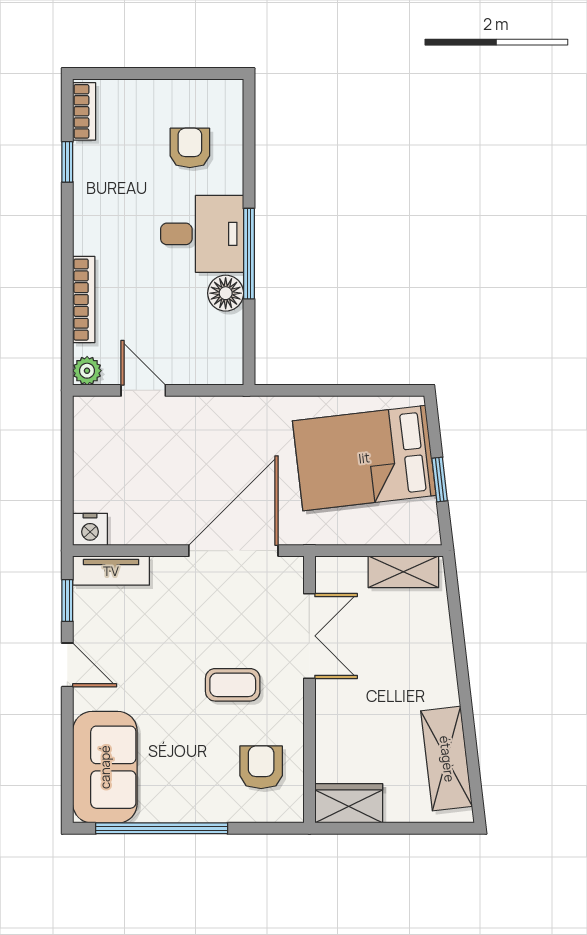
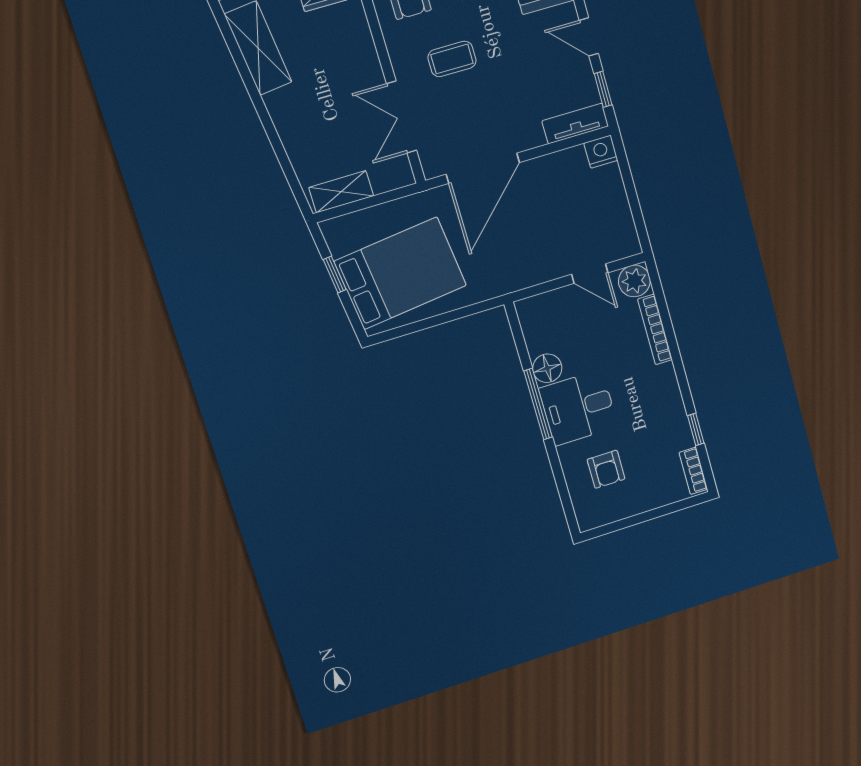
plant: (87, 371) -> (634, 281), width x1.38, depth x1.38

